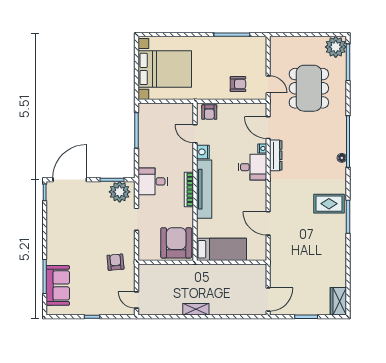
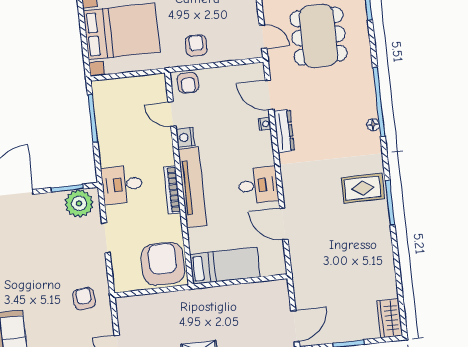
armchair: (238, 84) -> (196, 46), moved, turned -90
desk: (252, 167) -> (258, 185), moved

